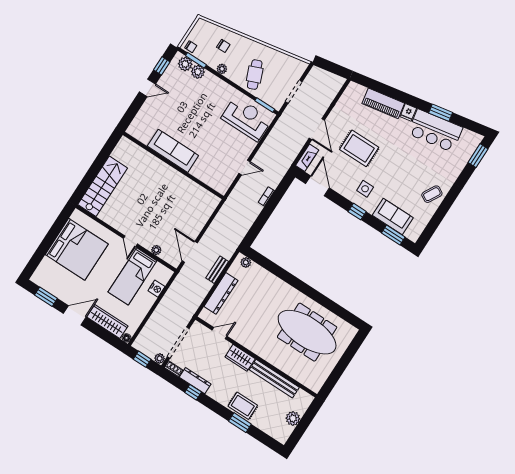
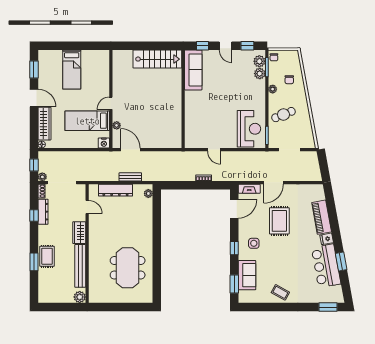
window: (132, 111) -> (203, 46), added
sofa: (173, 151) -> (193, 70), moved
stairs: (103, 186) -> (157, 59), moved
bed: (77, 249) -> (72, 70), width x0.49
door: (190, 252) -> (130, 150), hinge flipped
nightstand: (156, 289) -> (104, 143), moved
meeting table: (307, 332) -> (128, 268), width x0.73
plant: (293, 418) -> (80, 297), moved

